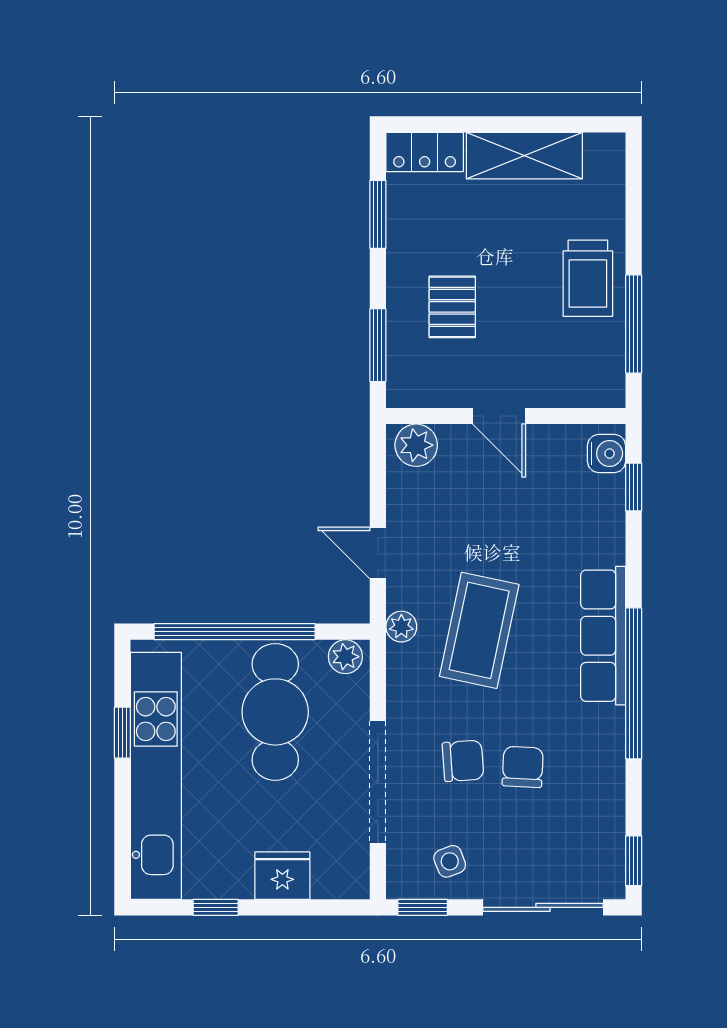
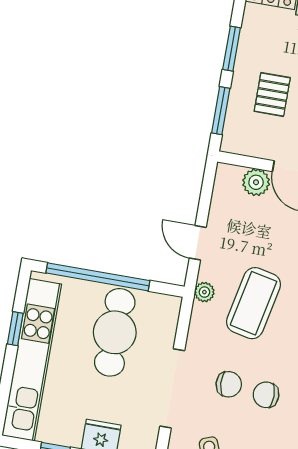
window: (378, 214) -> (232, 49), moved
plant: (416, 445) -> (256, 182), moved
plant: (345, 657) -> (166, 305), removed
chair: (523, 767) -> (266, 395), turned -93

